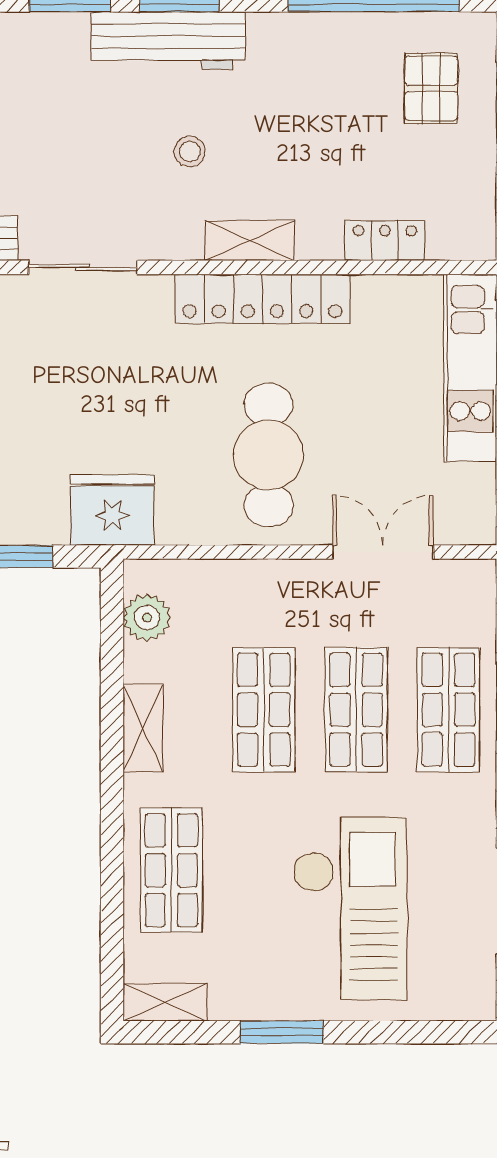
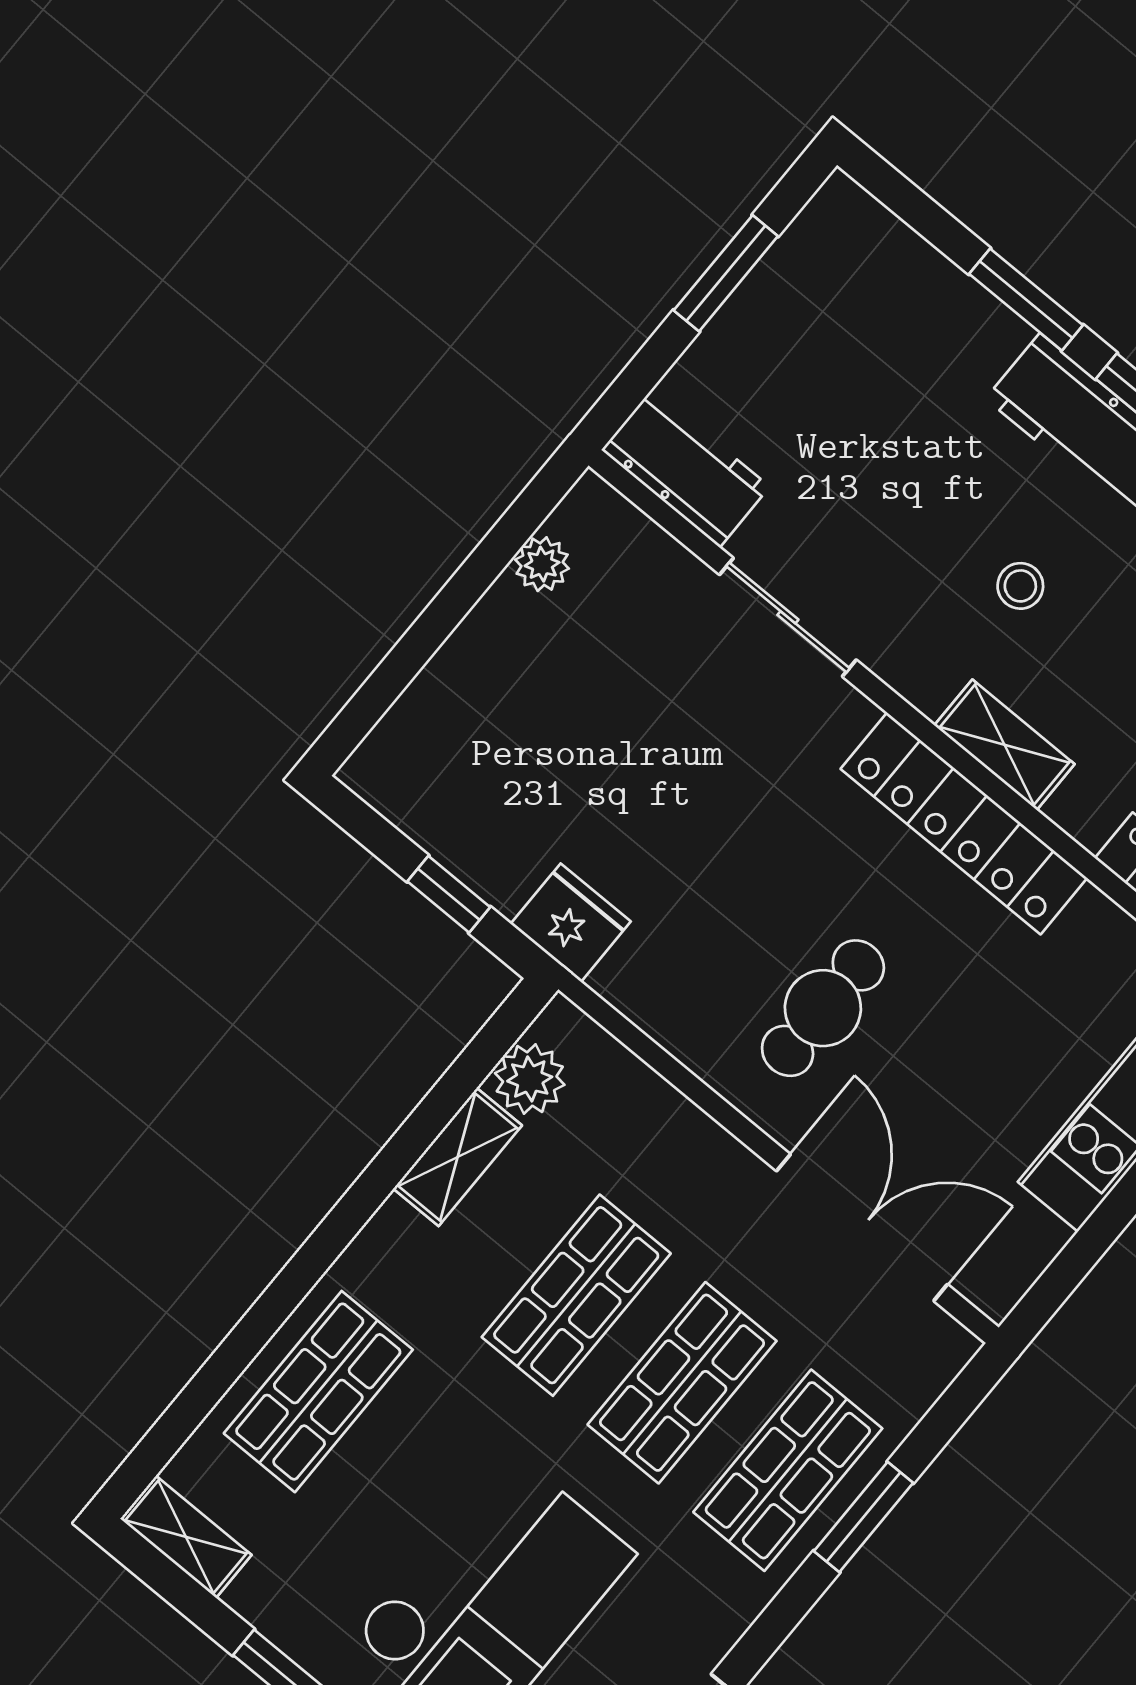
cafe table: (269, 455) -> (823, 1008), width x0.73, depth x0.74
fridge: (112, 510) -> (571, 923), width x0.73, depth x0.75
double door: (383, 552) -> (862, 1228), width x1.37
shelving: (143, 728) -> (458, 1157), moved

